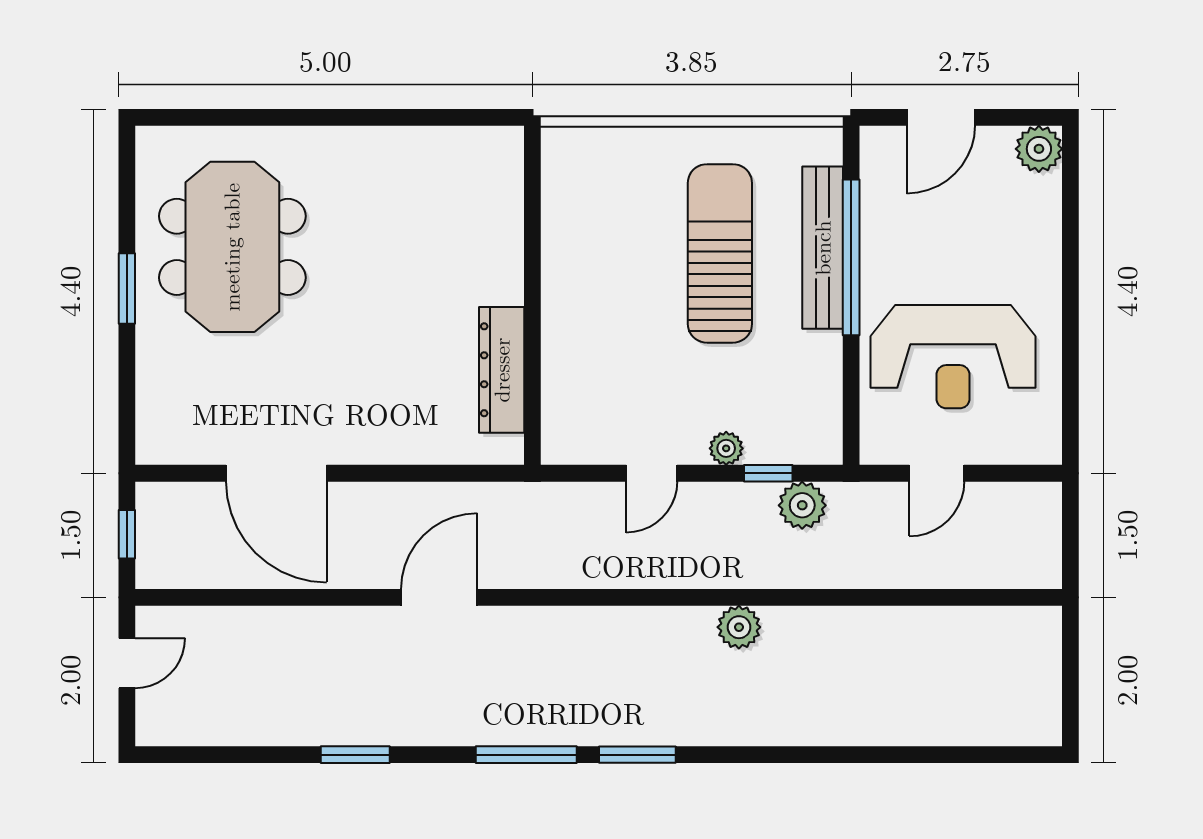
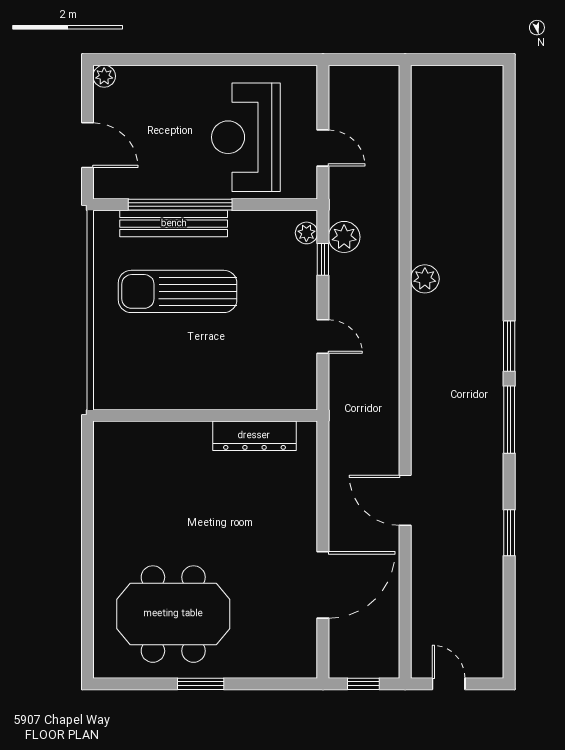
plant: (1039, 149) -> (104, 76), width x0.73, depth x0.73
reception desk: (953, 357) -> (246, 137), turned 180
plant: (726, 448) -> (306, 233), moved
door: (439, 597) -> (405, 500), moved

